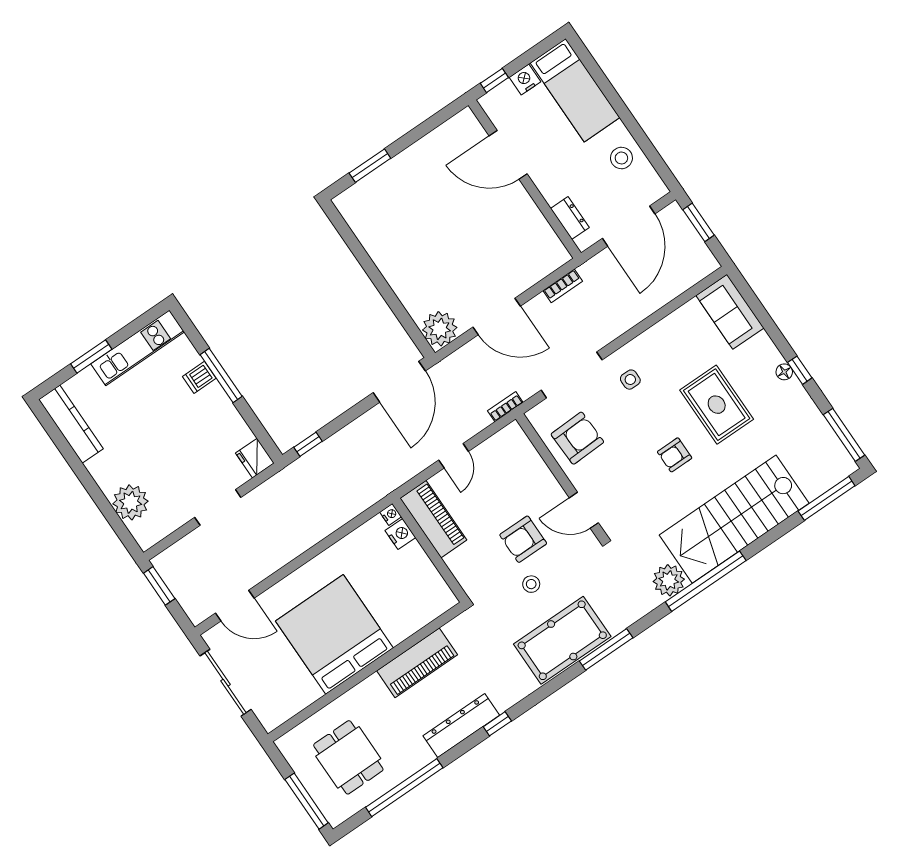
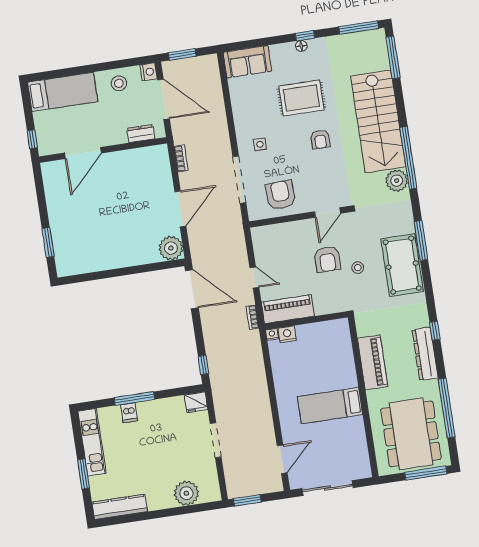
nightstand: (525, 79) -> (149, 72), moved, turned 180
bookcase: (505, 407) -> (252, 317), moved
bed: (334, 634) -> (330, 406), width x0.49
dining table: (348, 757) -> (411, 434), width x1.88, depth x1.24

